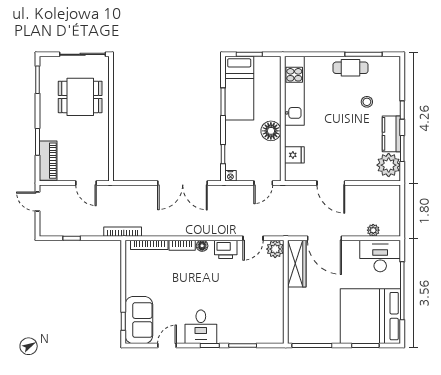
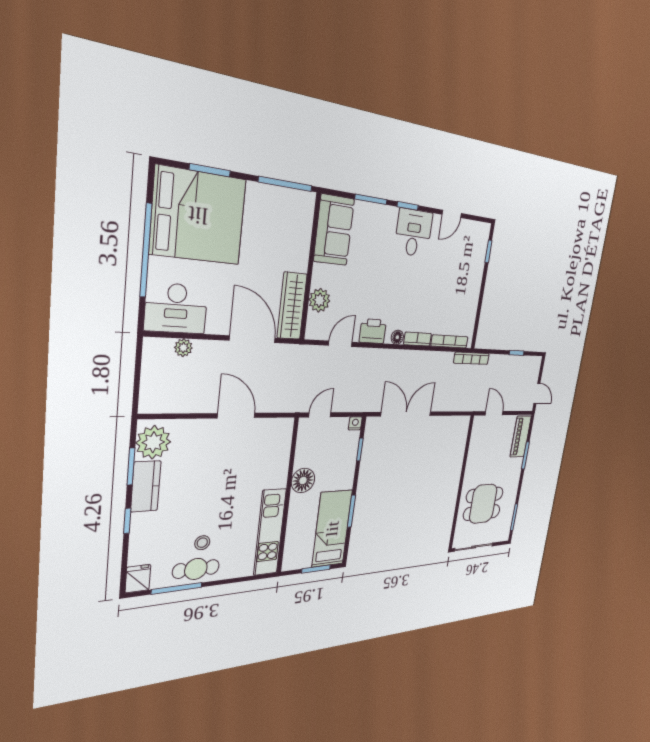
stool: (367, 102) -> (202, 543), moved
fridge: (294, 155) -> (138, 579), moved, turned 90
plant: (275, 249) -> (320, 300), moved
sofa: (139, 320) -> (334, 230), moved, turned 180

